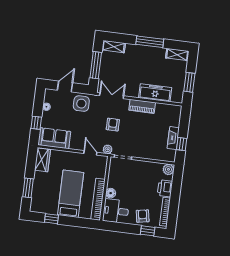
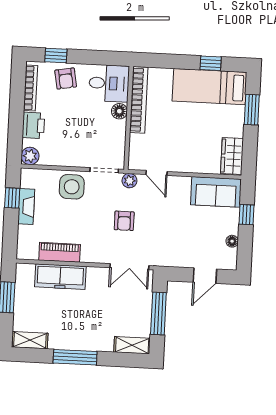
side table: (81, 104) -> (72, 187), moved
piano: (142, 106) -> (60, 252), moved
bed: (71, 194) -> (209, 87), moved, turned 90

